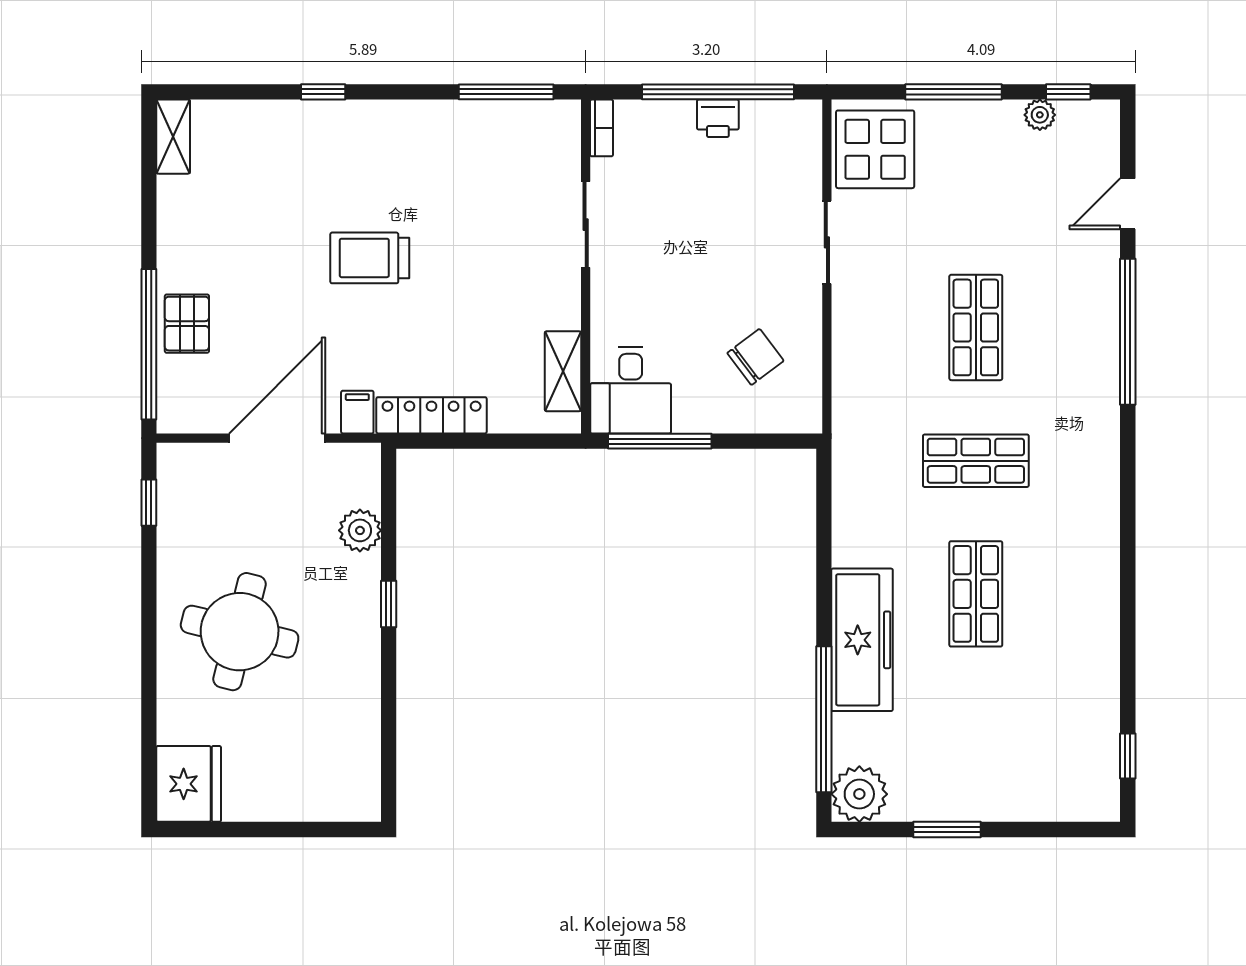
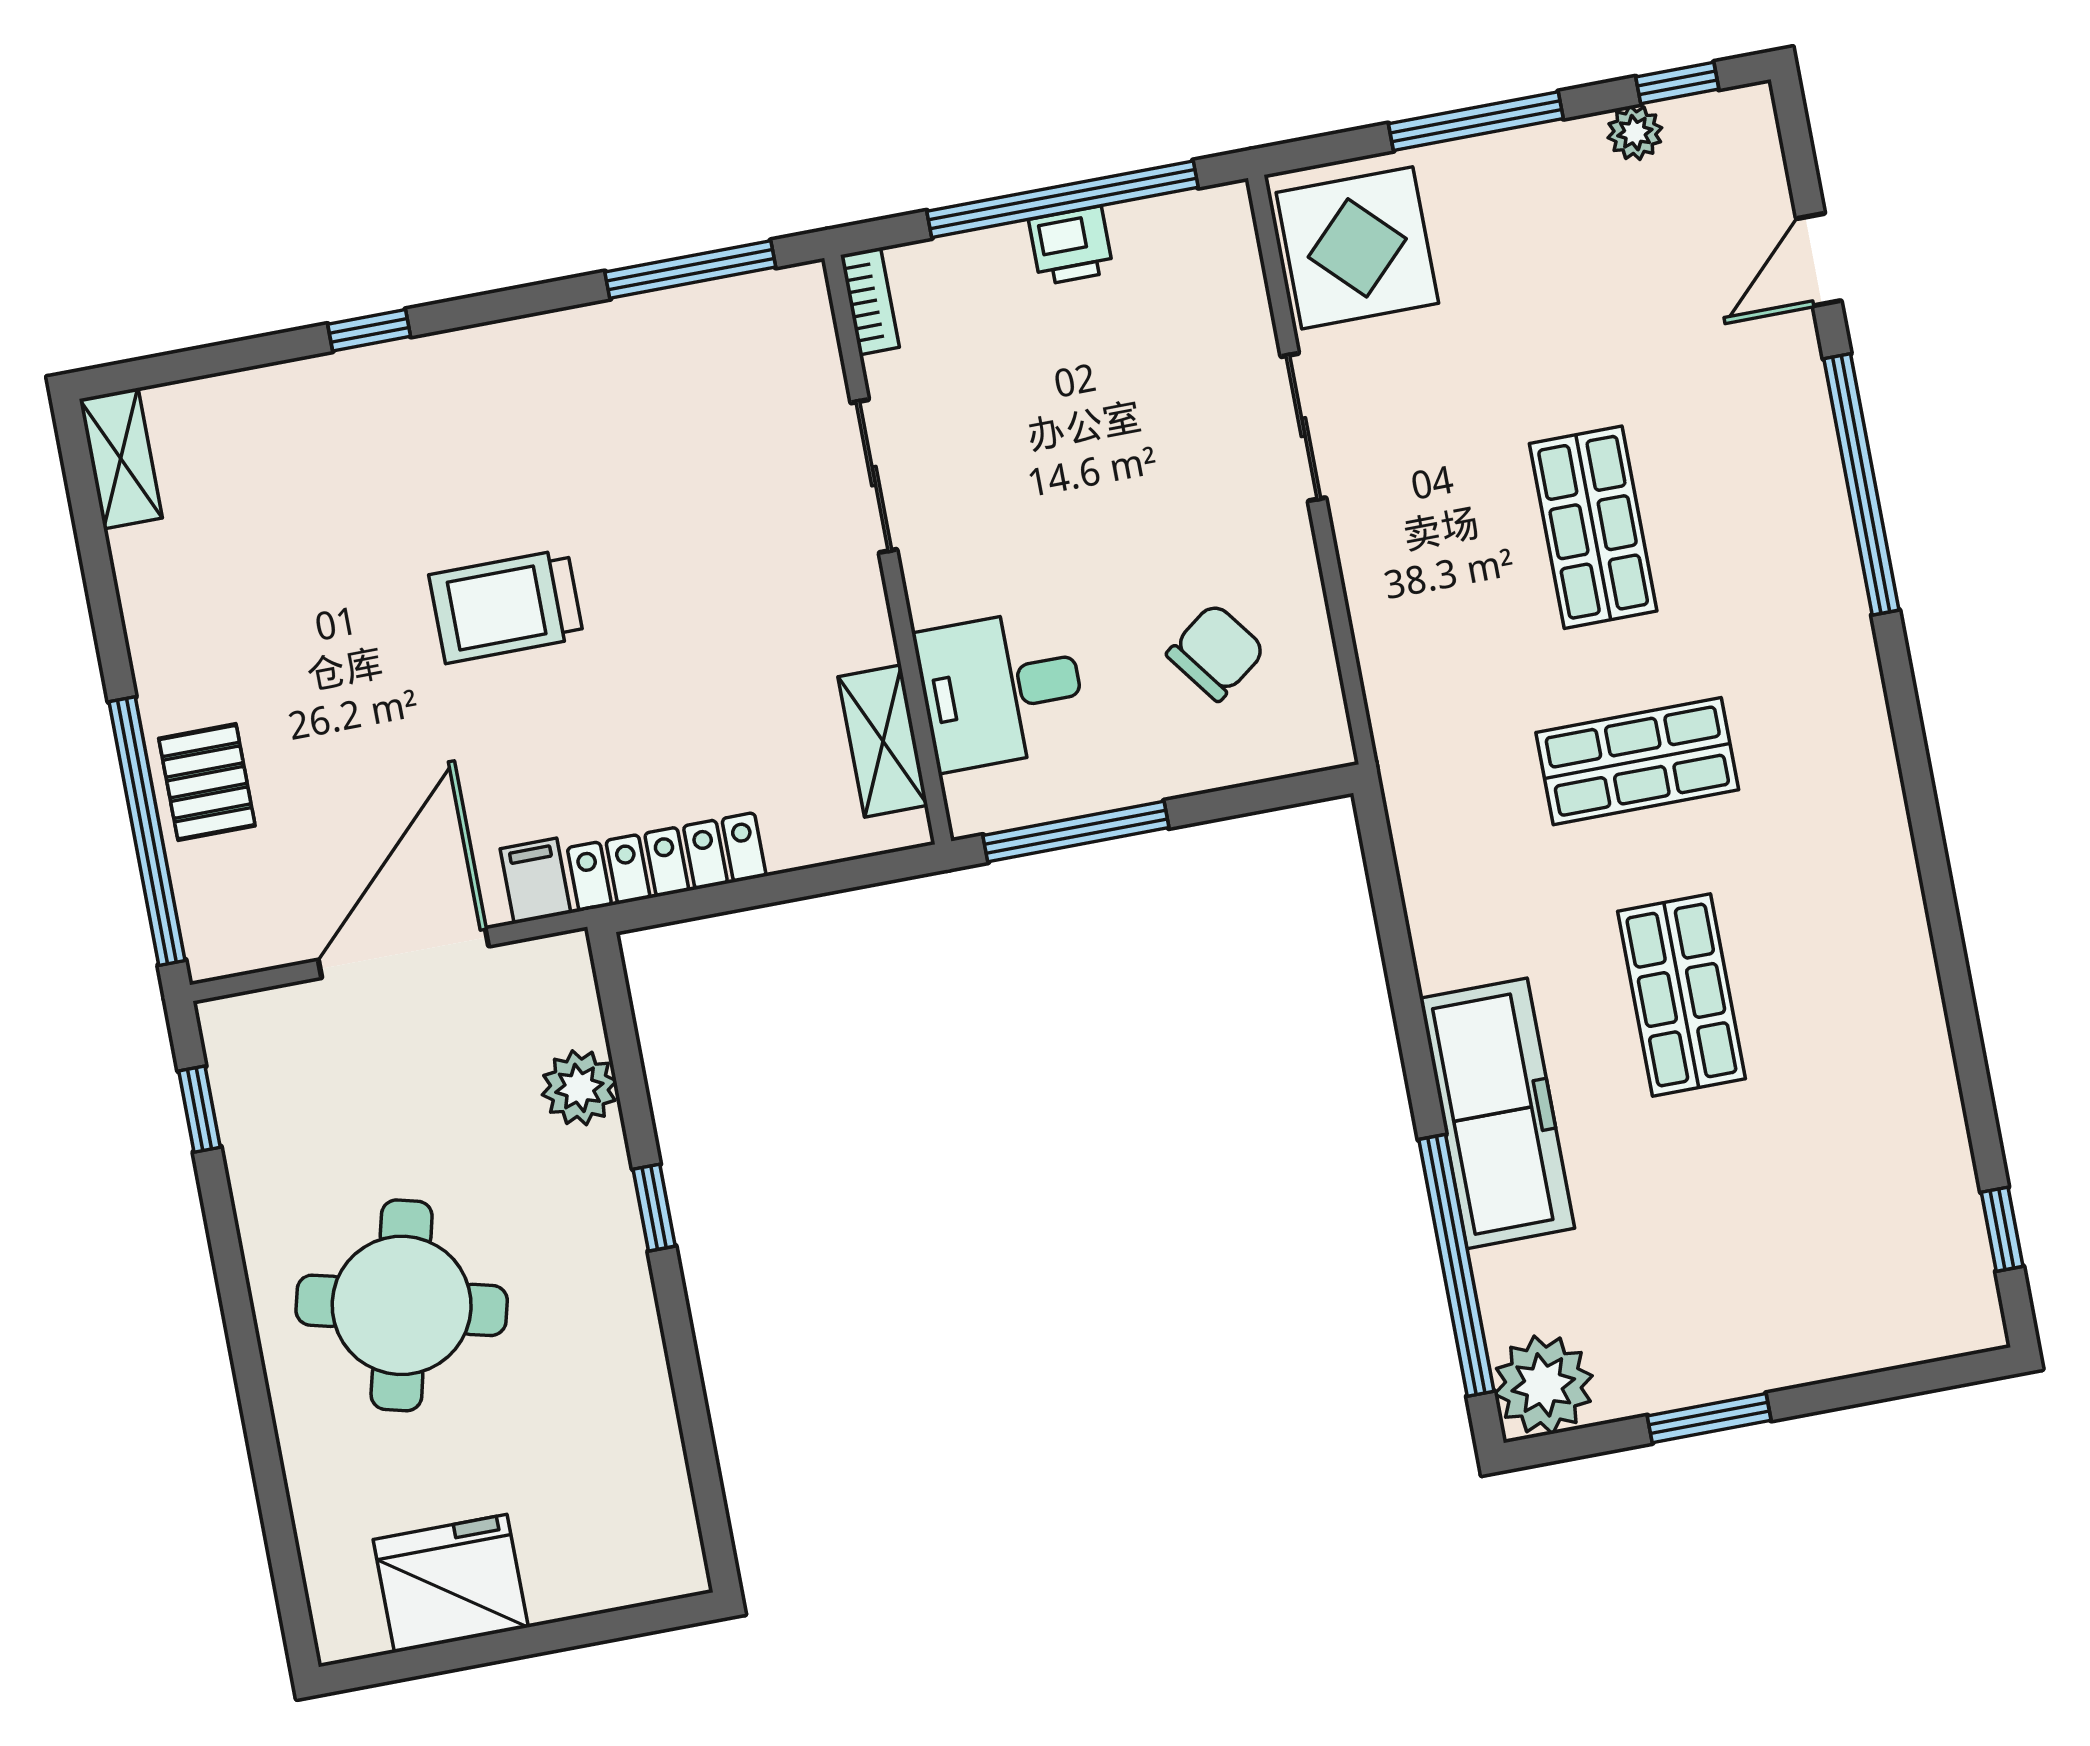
desk: (631, 390) -> (1001, 689), moved, turned 90
fridge: (189, 784) -> (451, 1583), moved, turned -90

